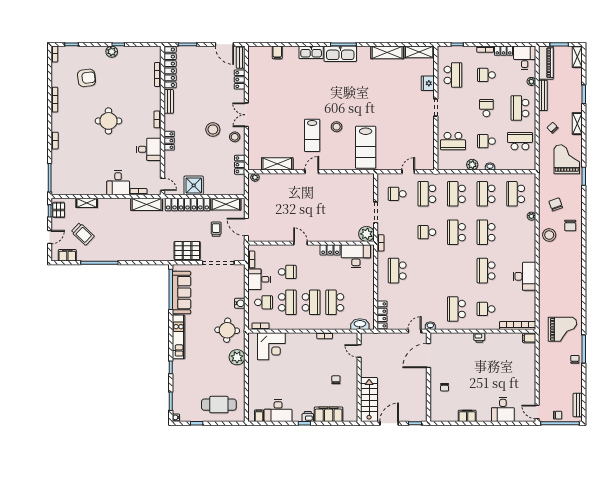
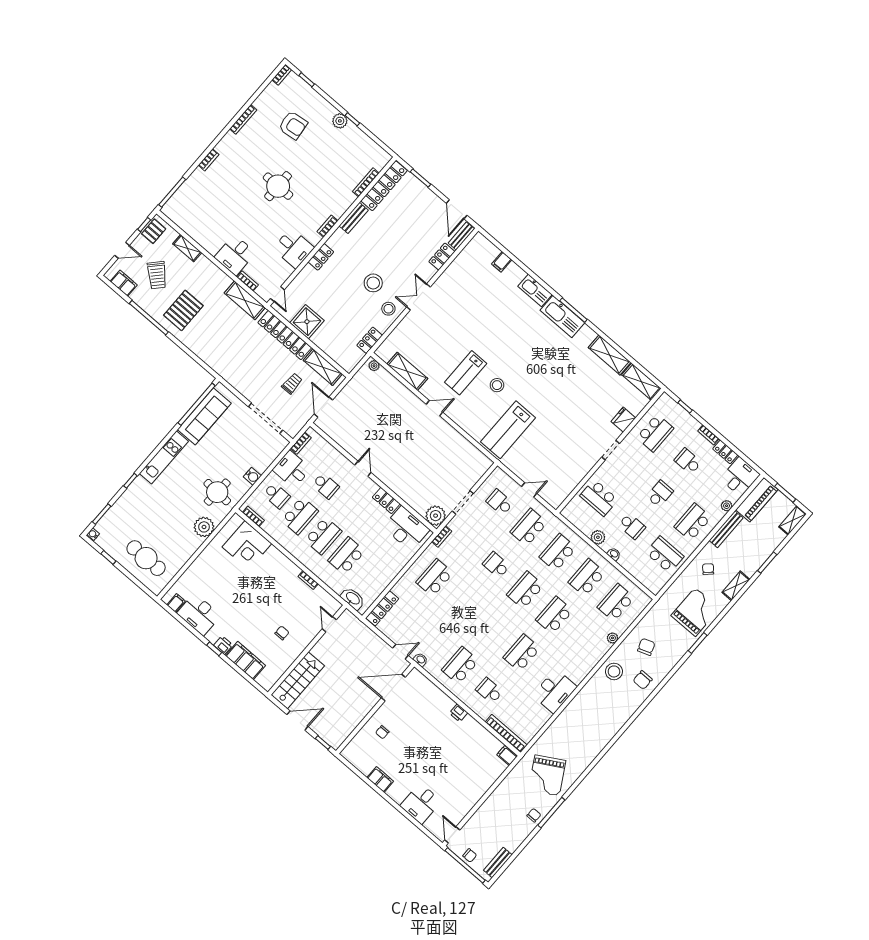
school desk: (486, 141) -> (632, 526), turned 180
pallet: (187, 251) -> (183, 310), moved, turned 90
grand piano: (562, 329) -> (547, 775), turned 60

